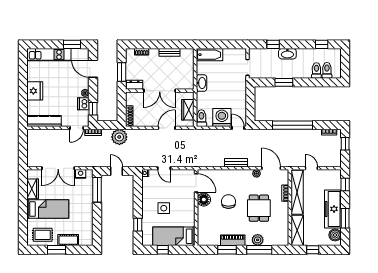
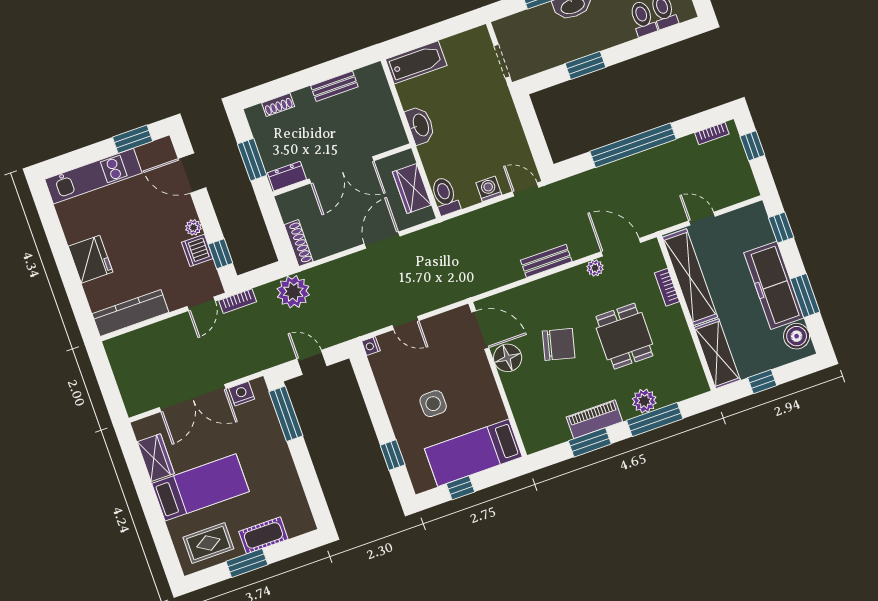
washing machine: (222, 118) -> (489, 189), width x0.53, depth x0.53
chair: (228, 202) -> (559, 344), turned 104

